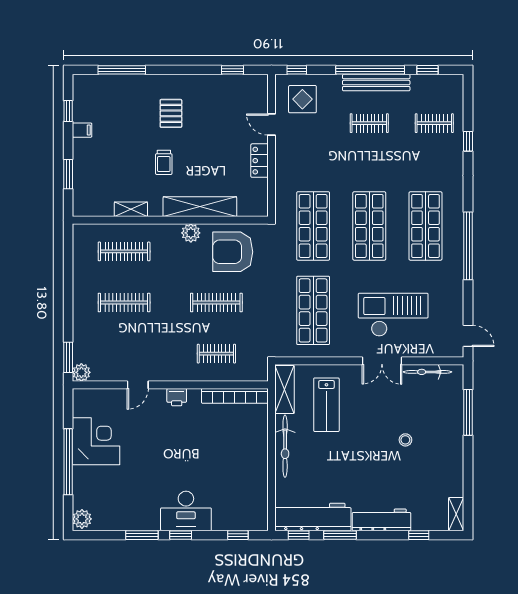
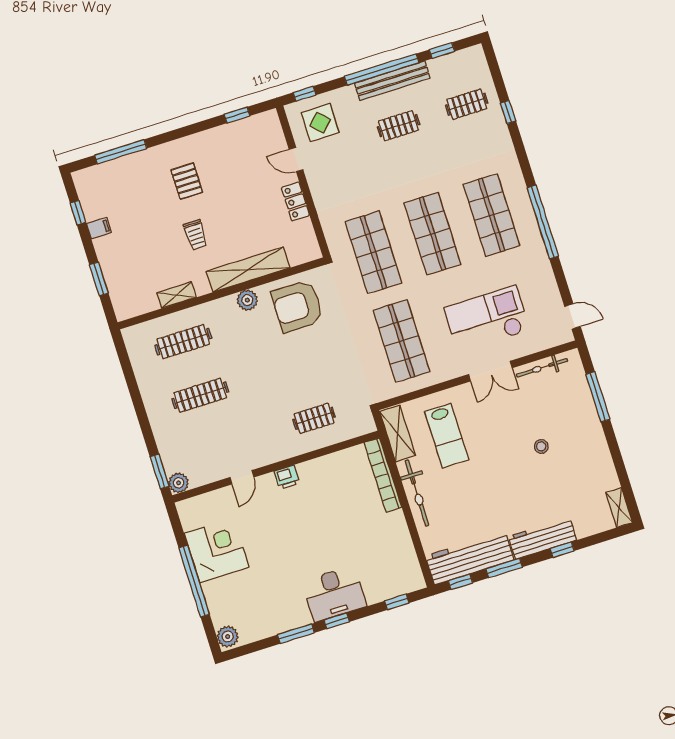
clothes rail: (216, 303) -> (297, 365), removed
bookcase: (235, 396) -> (383, 475), moved, turned 90
window: (419, 535) -> (562, 550), moved

